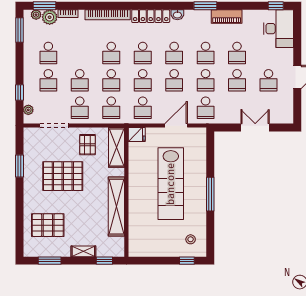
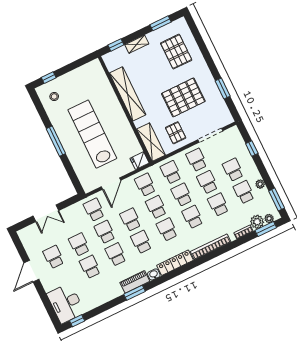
piano: (227, 16) -> (135, 282), moved
school desk: (80, 53) -> (218, 205), added
plant: (28, 110) -> (260, 184), moved
pallet: (48, 225) -> (176, 52), turned 90

